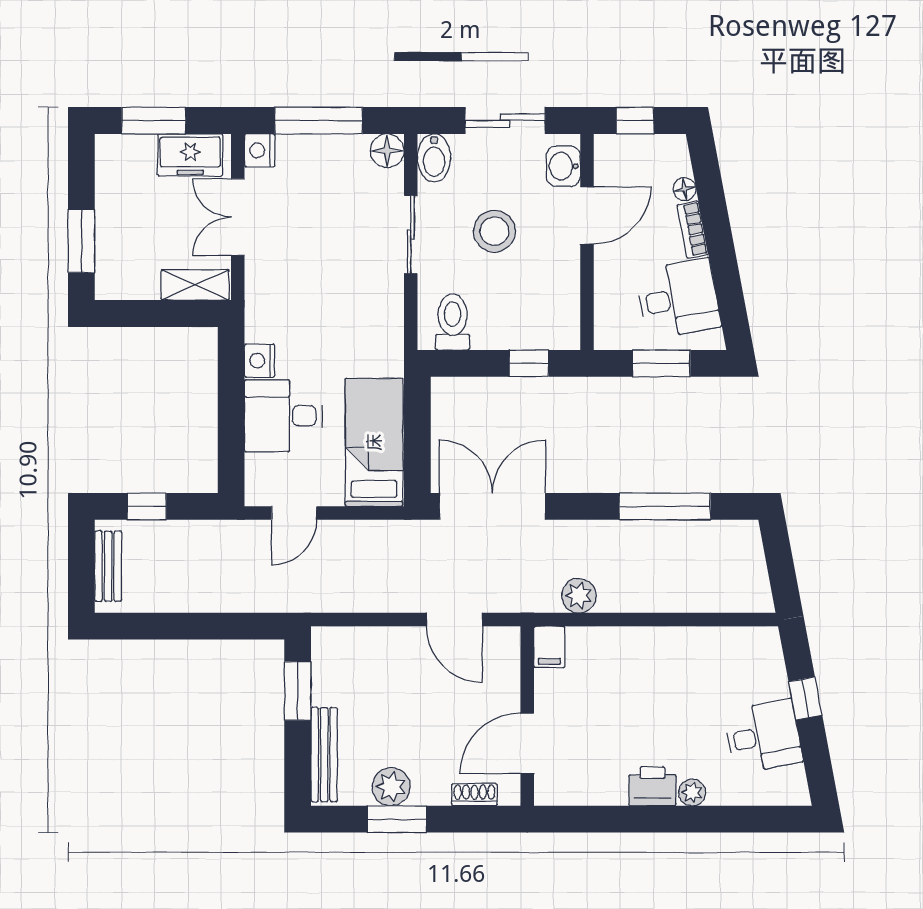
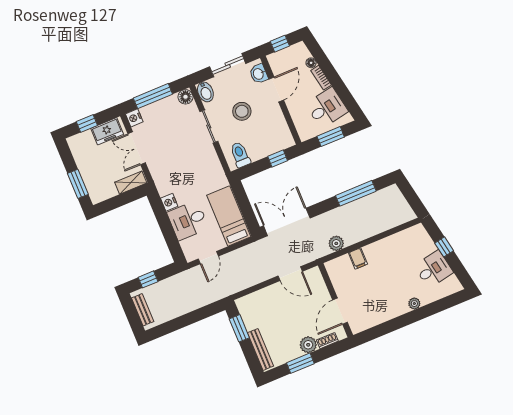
window: (154, 121) -> (87, 123), width x0.67
filing cabinet: (549, 647) -> (358, 258), moved
printer: (652, 786) -> (397, 308), removed
plant: (391, 787) -> (308, 345), moved

